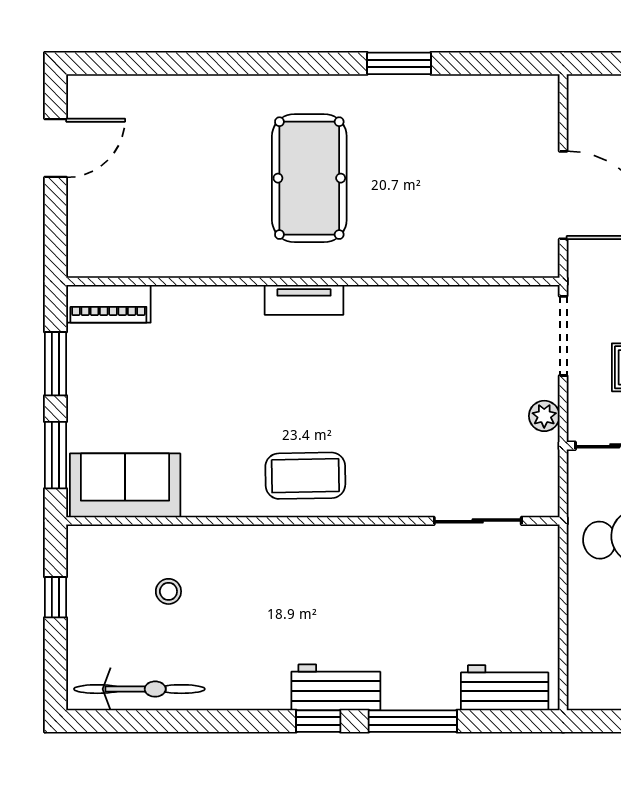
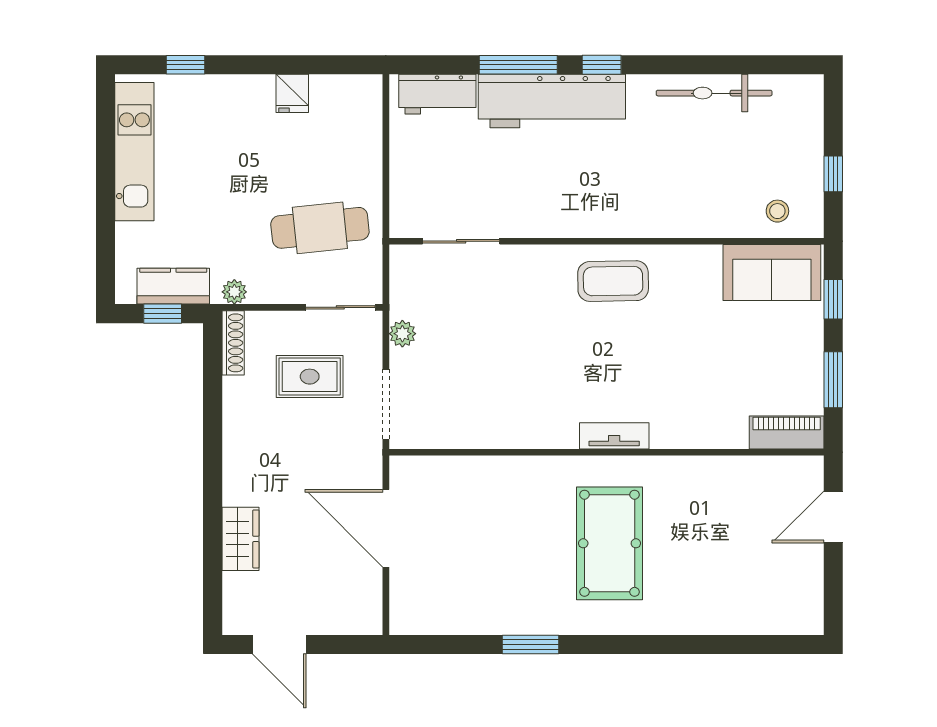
door: (55, 148) -> (833, 517), moved
window: (55, 455) -> (833, 299), width x0.67
stool: (168, 591) -> (777, 211), moved
workbench: (336, 687) -> (552, 101), width x1.88, depth x1.32
bicycle: (139, 689) -> (714, 93), moved

